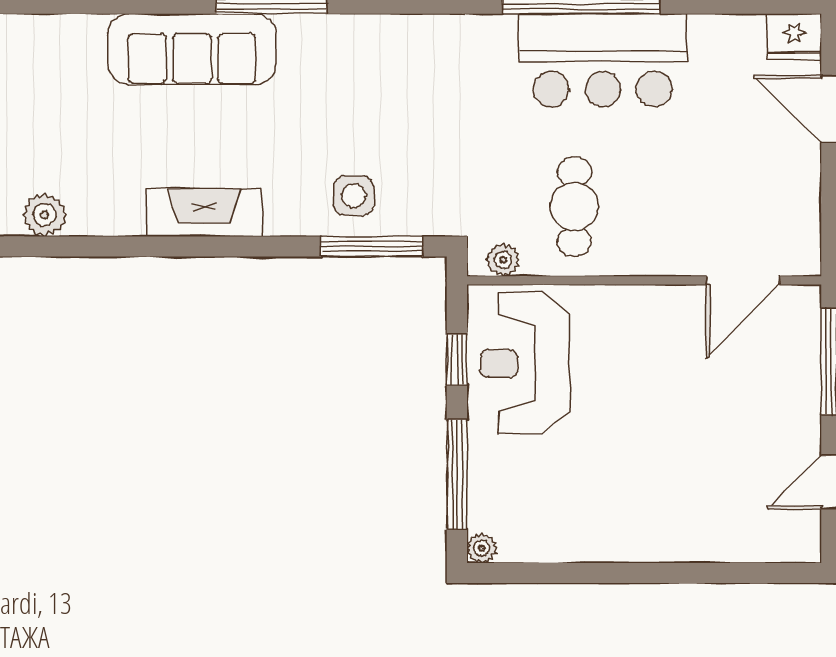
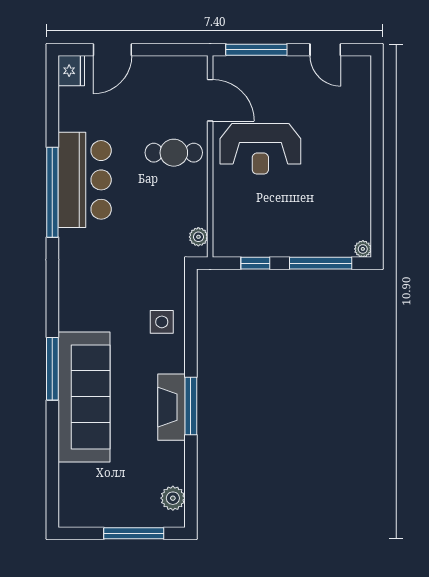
sofa: (192, 49) -> (84, 397), width x1.36, depth x1.27
cafe table: (575, 207) -> (174, 153), moved
window: (372, 246) -> (191, 406), moved
reception desk: (525, 363) -> (260, 149), moved

